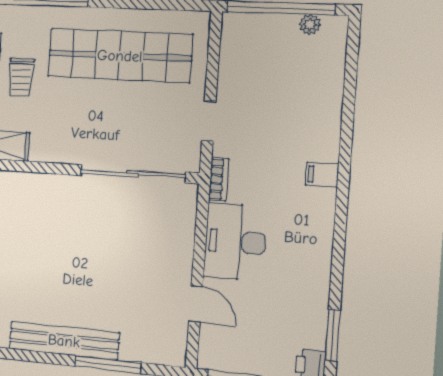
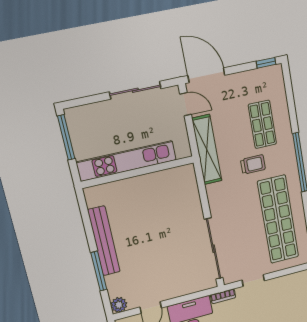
trolley: (21, 77) -> (253, 164), turned 180
plant: (173, 353) -> (119, 305), added

